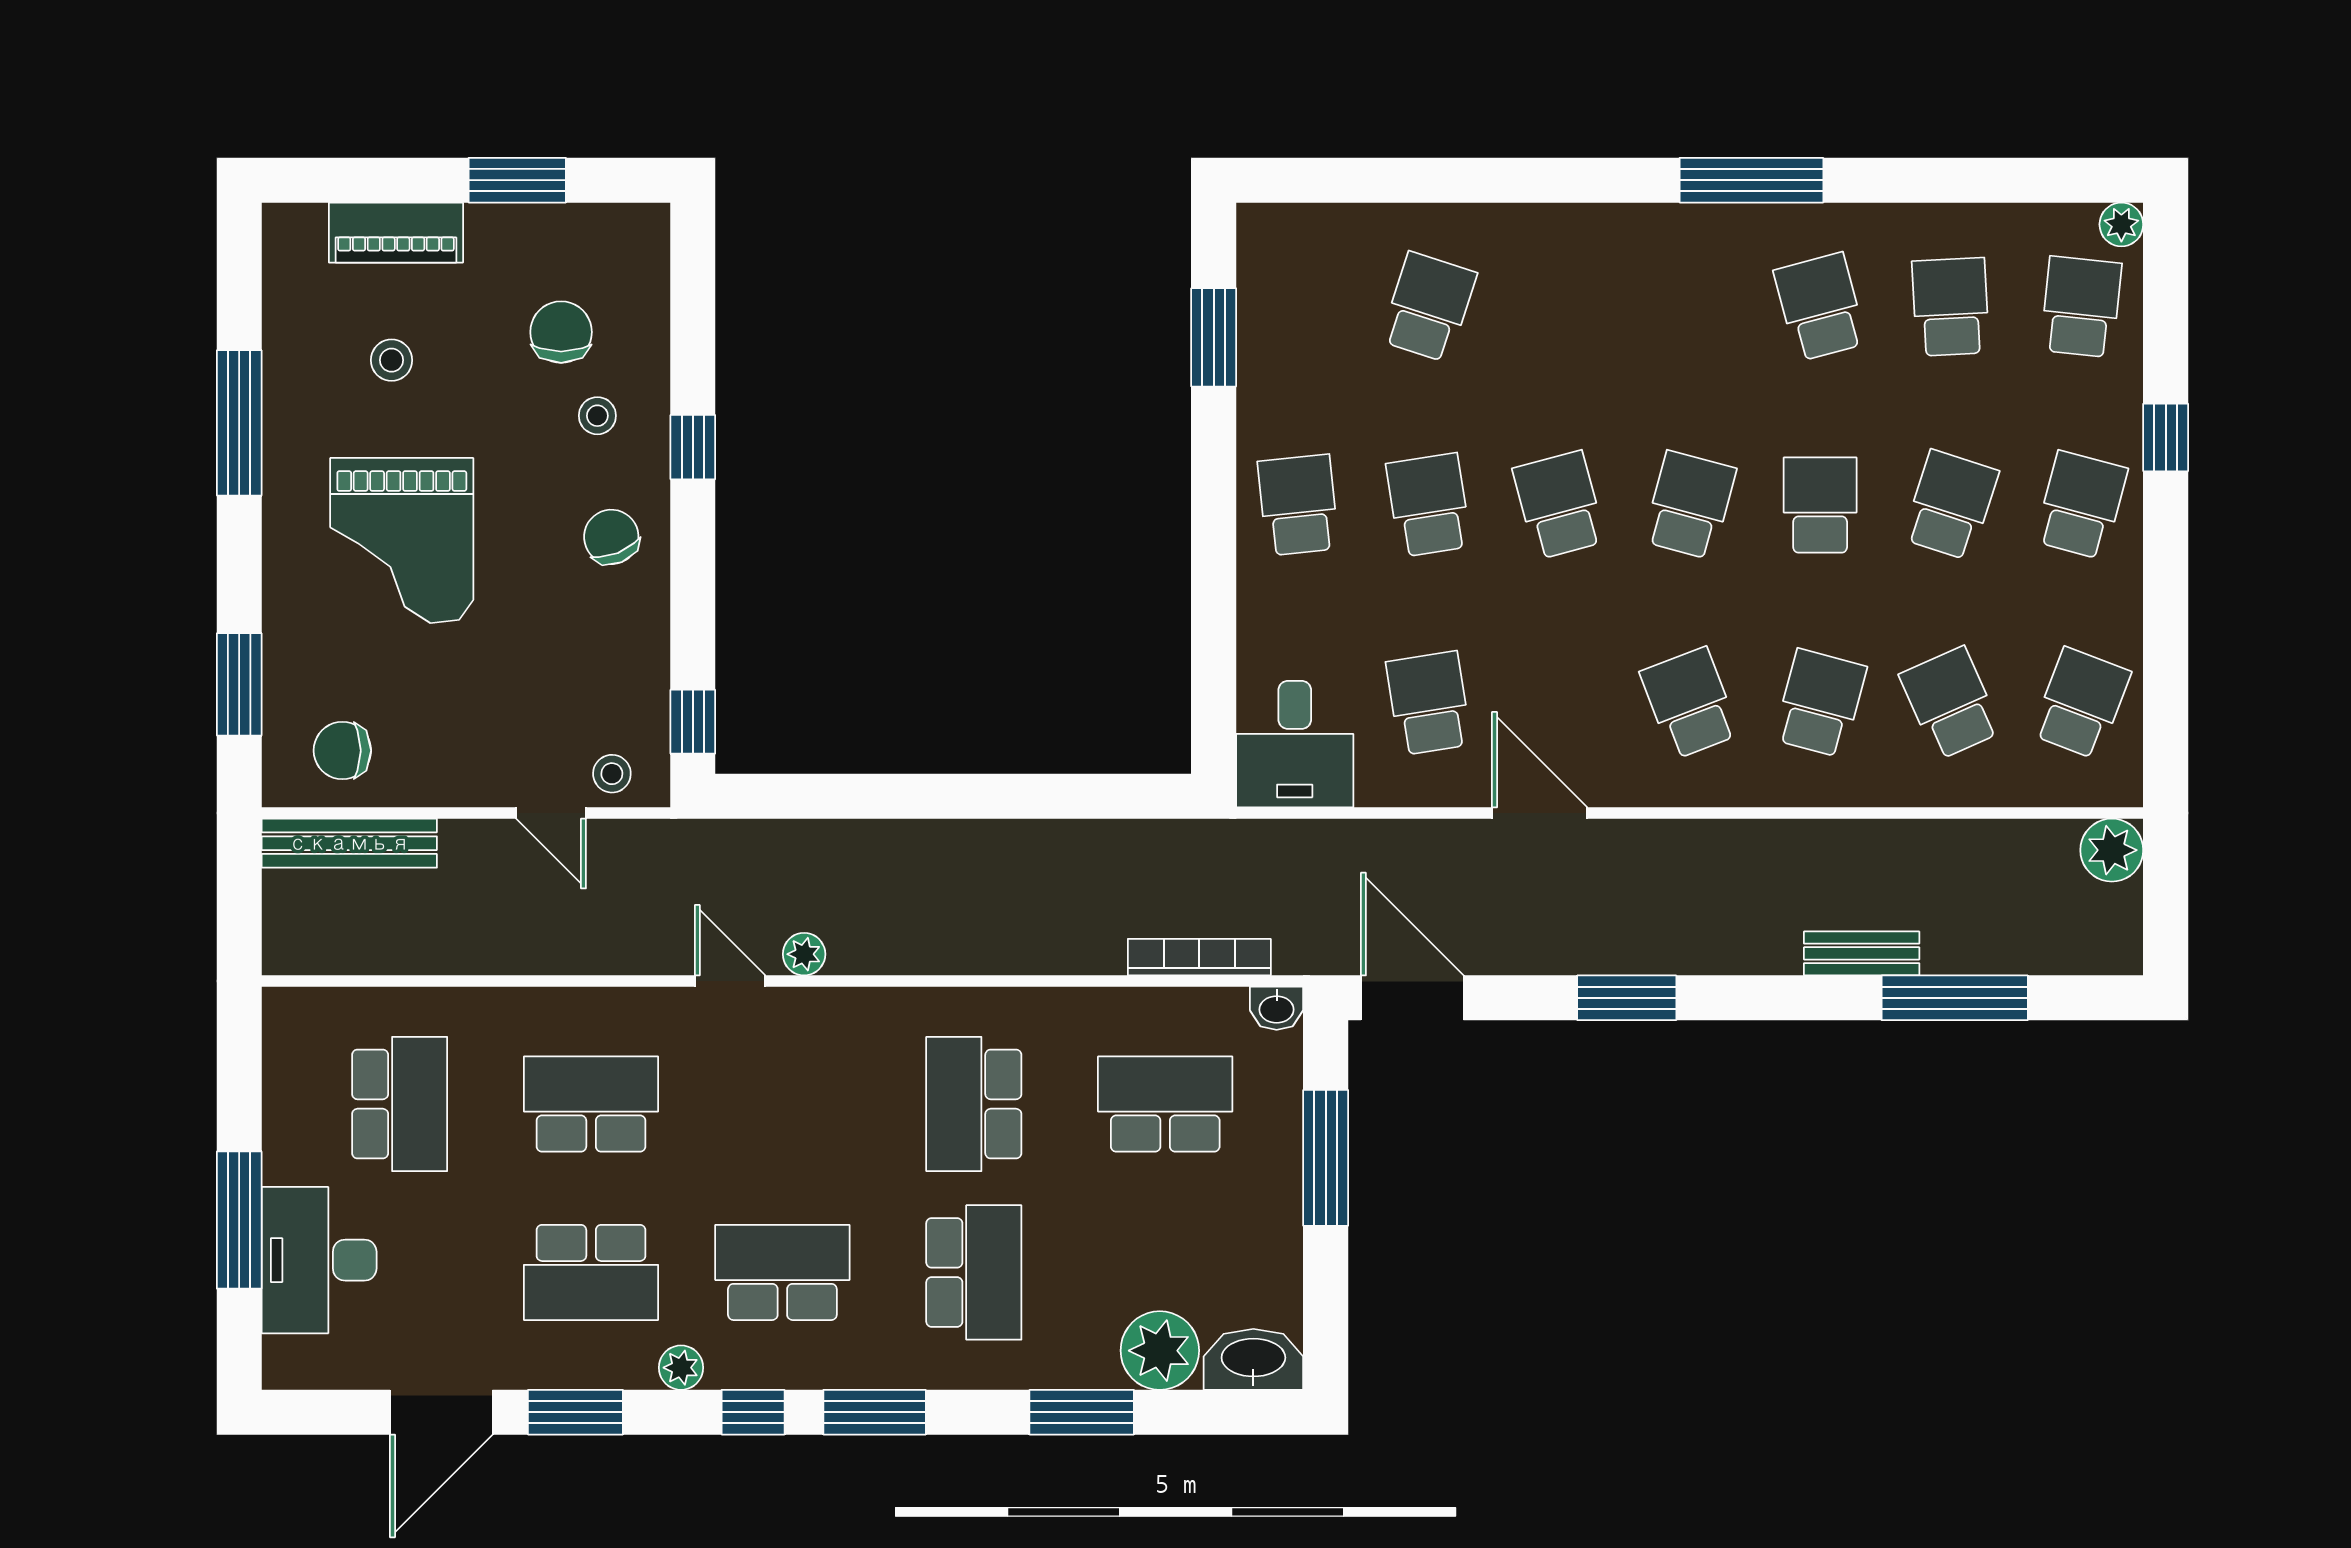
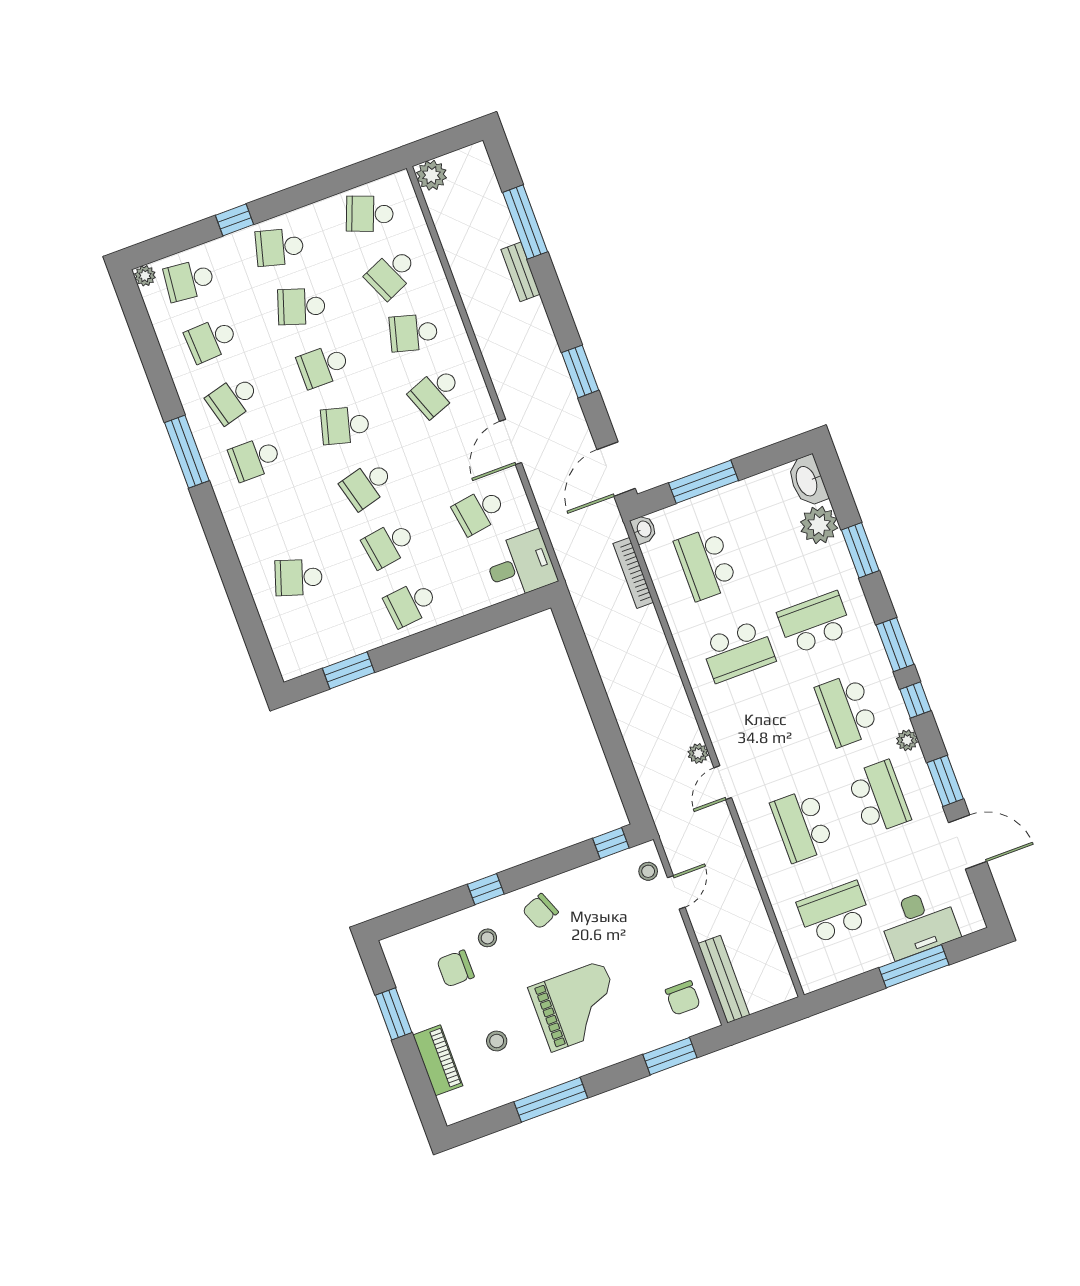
school desk: (1690, 307) -> (255, 459), added

